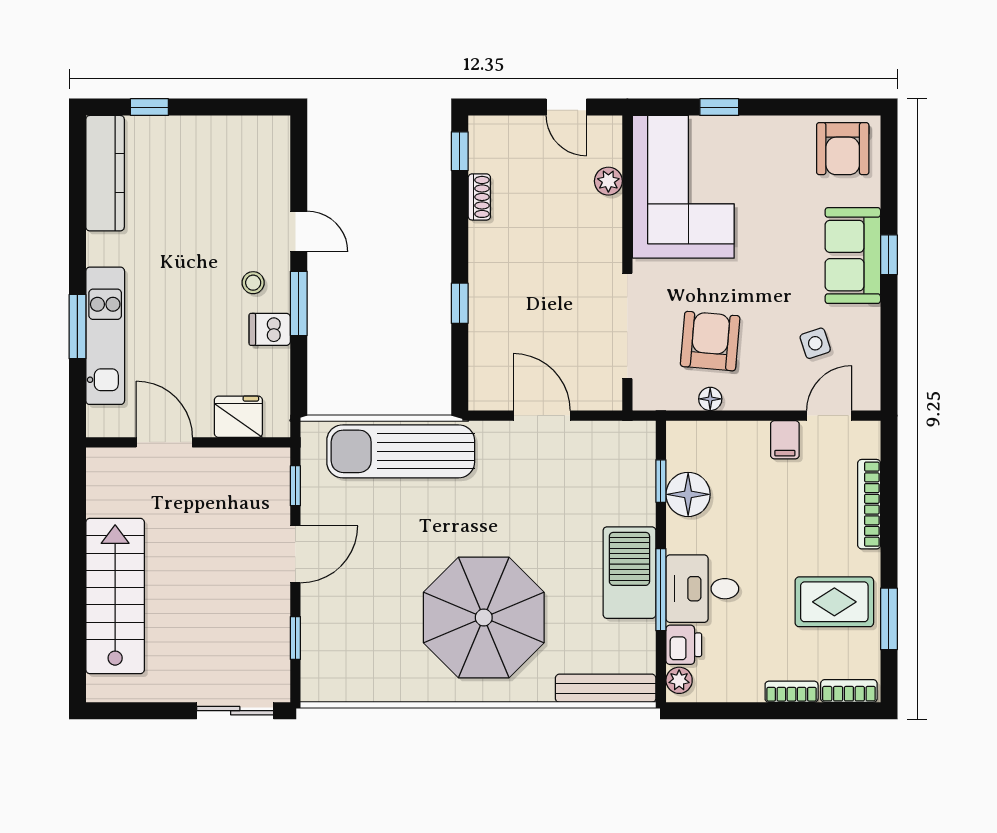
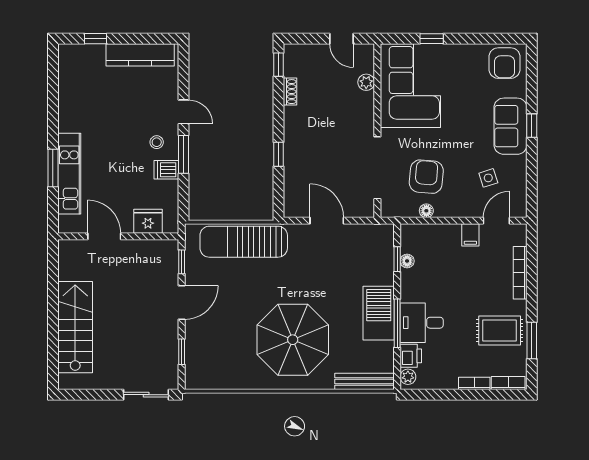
kitchen counter: (105, 173) -> (140, 55), moved, turned 90
floor lamp: (688, 494) -> (407, 261), width x0.53, depth x0.53

